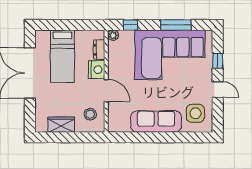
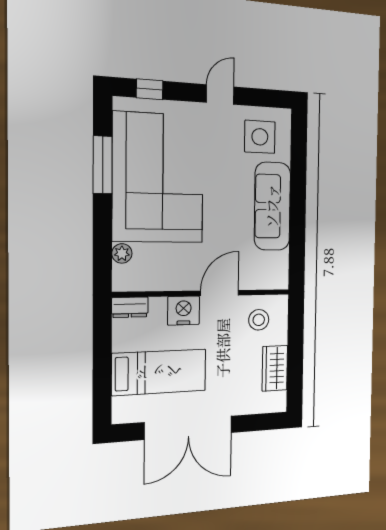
window: (131, 25) -> (102, 250), removed
plant: (113, 35) -> (122, 253), moved
dresser: (99, 50) -> (130, 307), moved
window: (218, 61) -> (150, 89), moved

